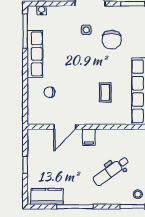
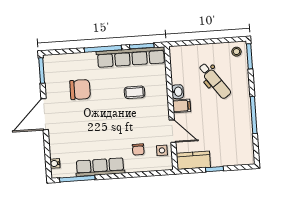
side table: (86, 30) -> (162, 150), moved
washbasin: (103, 134) -> (178, 92), added
kitchen counter: (47, 196) -> (193, 160), moved, turned 90

